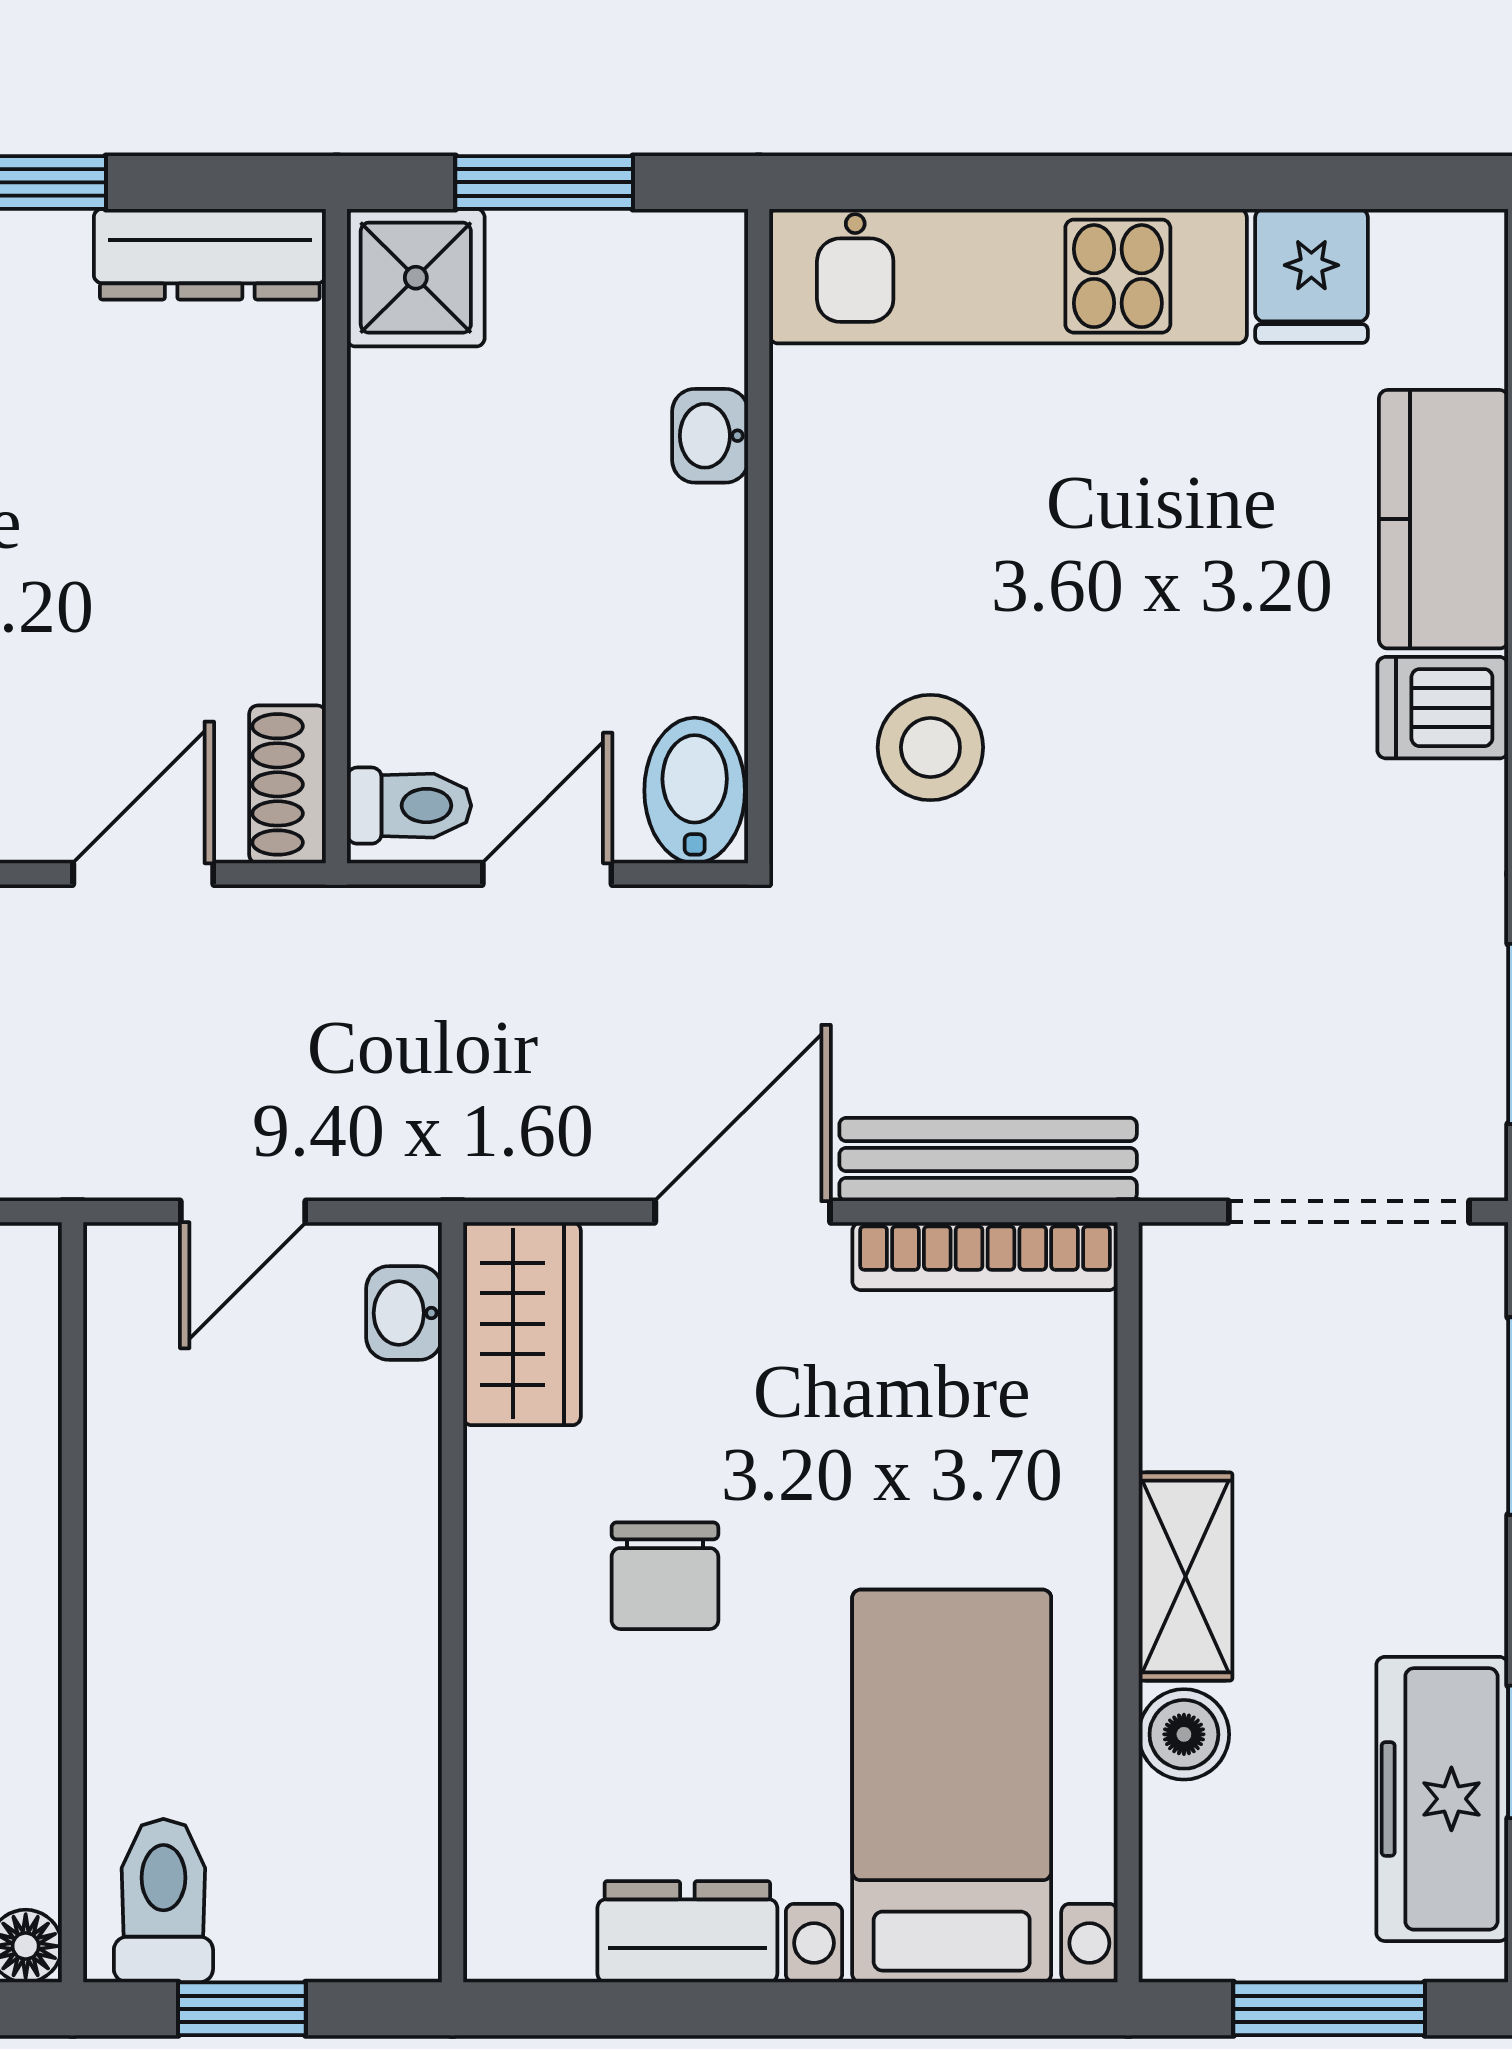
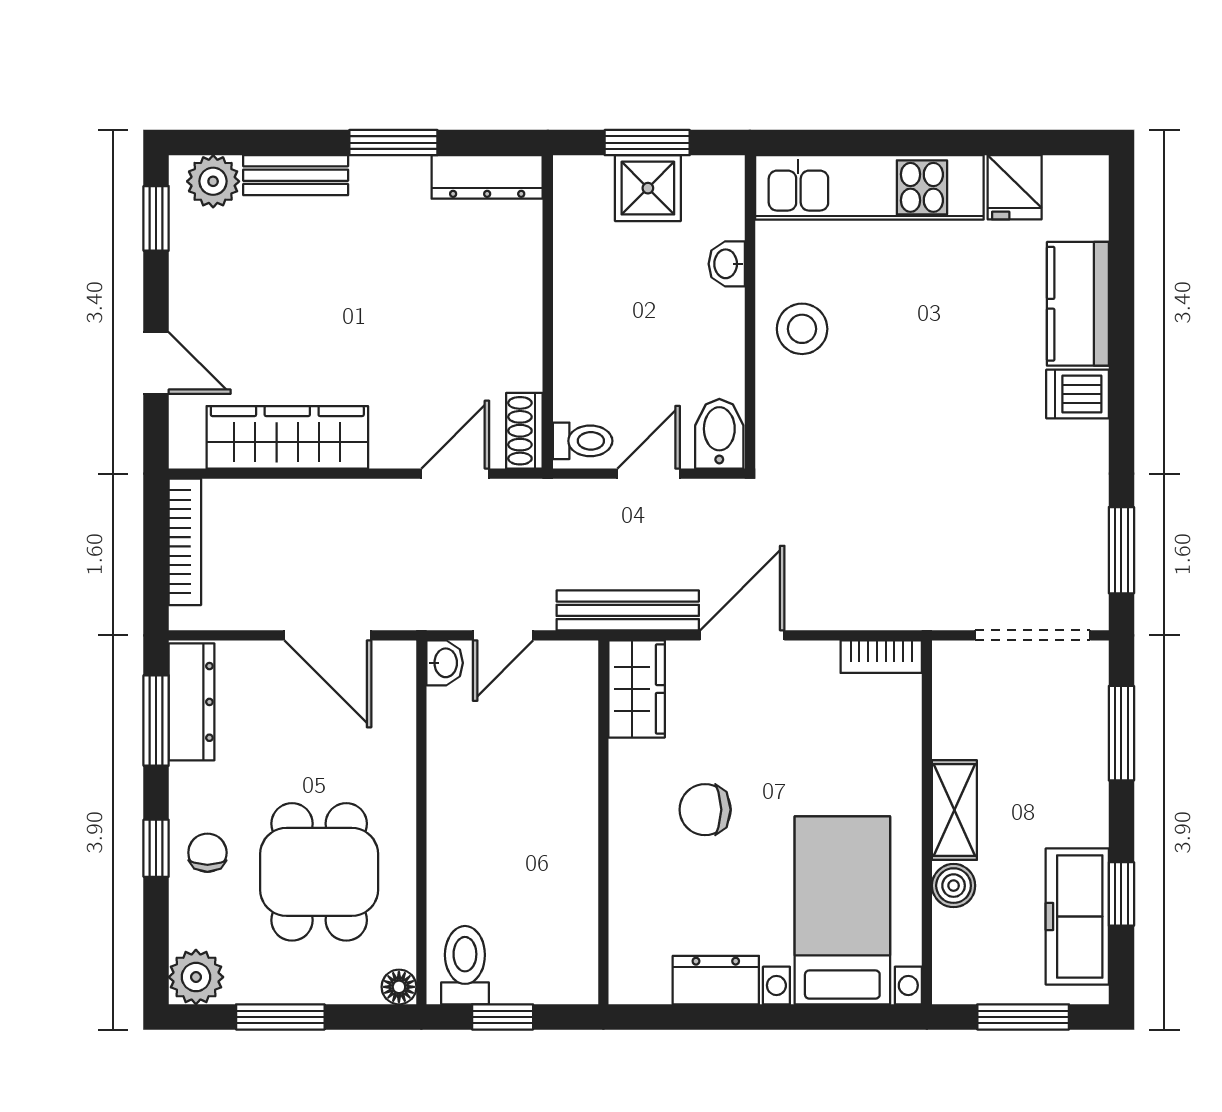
shower: (416, 278) -> (648, 188), moved
stool: (930, 747) -> (802, 329), moved
bench: (988, 1159) -> (628, 610), moved
bookcase: (985, 1256) -> (881, 657), width x0.64
washbasin: (404, 1313) -> (445, 663), moved, turned 180
chair: (665, 1576) -> (705, 810), turned 90

